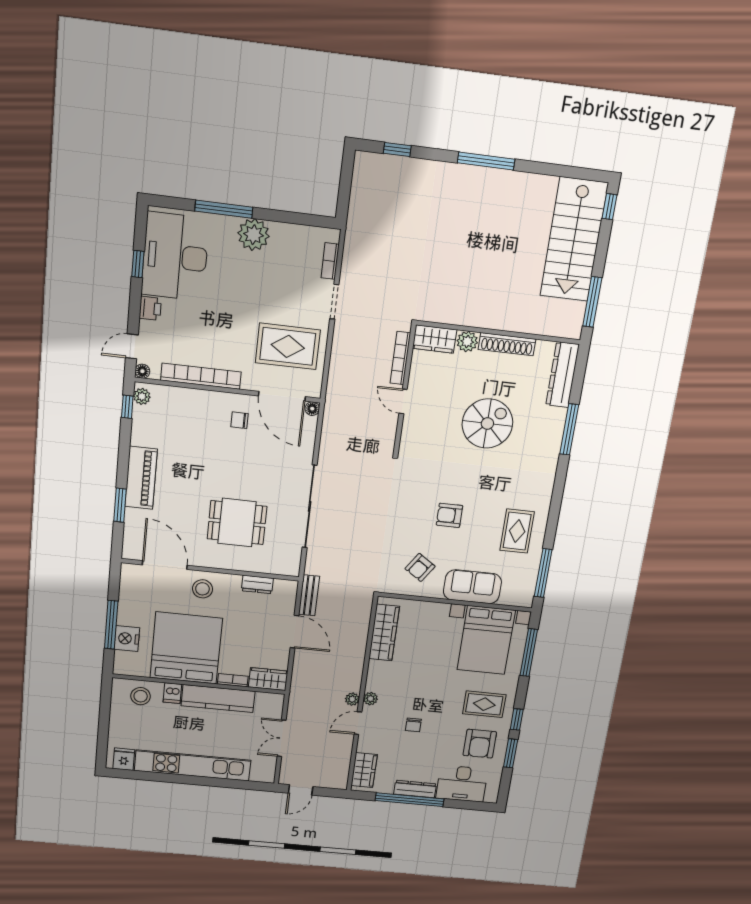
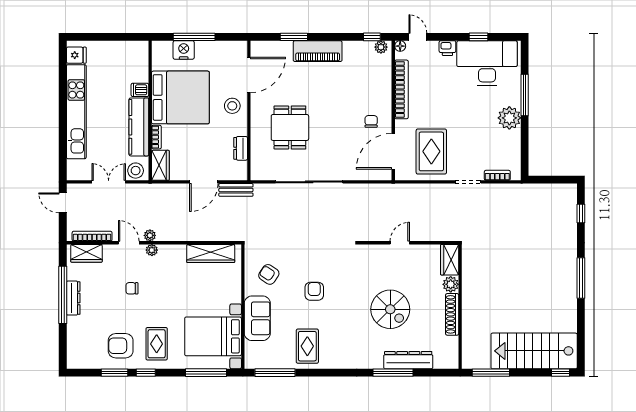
bookcase: (400, 358) -> (92, 236), moved
dresser: (563, 375) -> (408, 360), moved
floor lamp: (312, 409) -> (386, 175), removed
rug: (517, 531) -> (307, 346), turned 90
stool: (141, 696) -> (136, 171), moved
desk: (462, 784) -> (82, 336), removed

